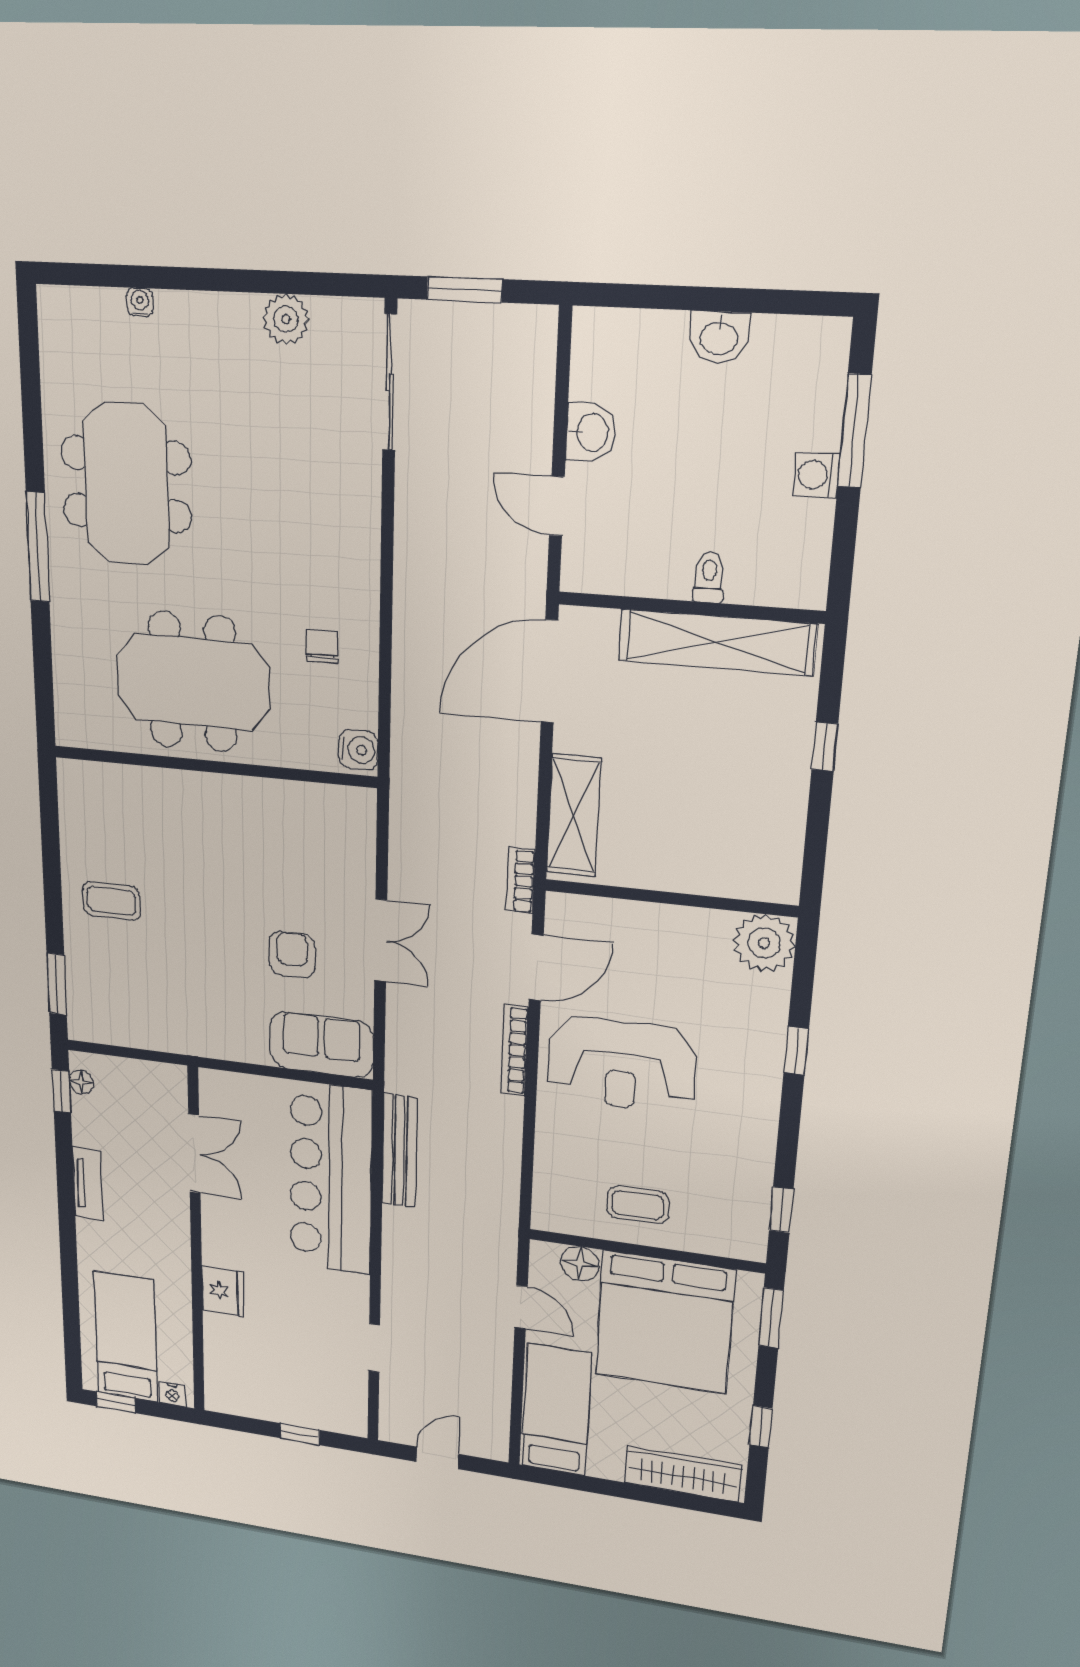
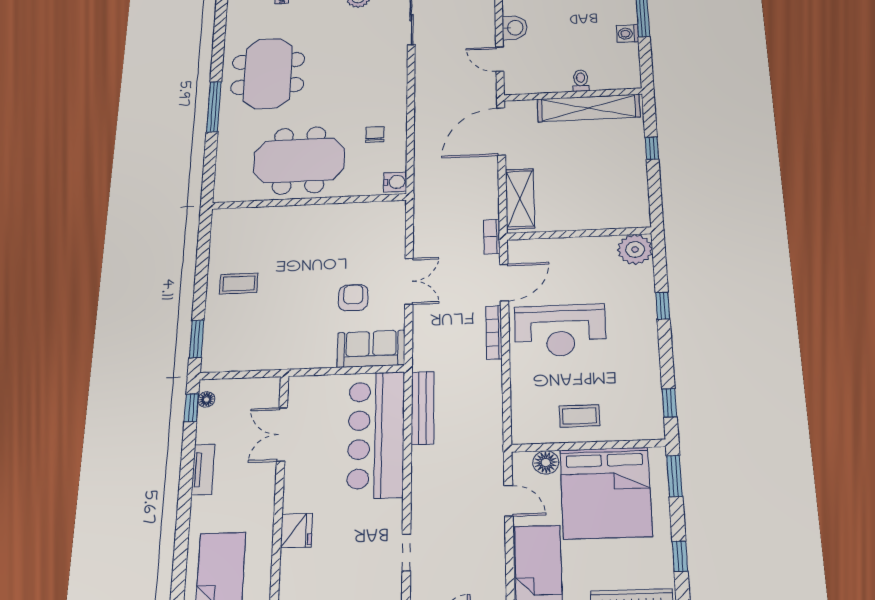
double door: (194, 1154) -> (282, 434), swing flipped

